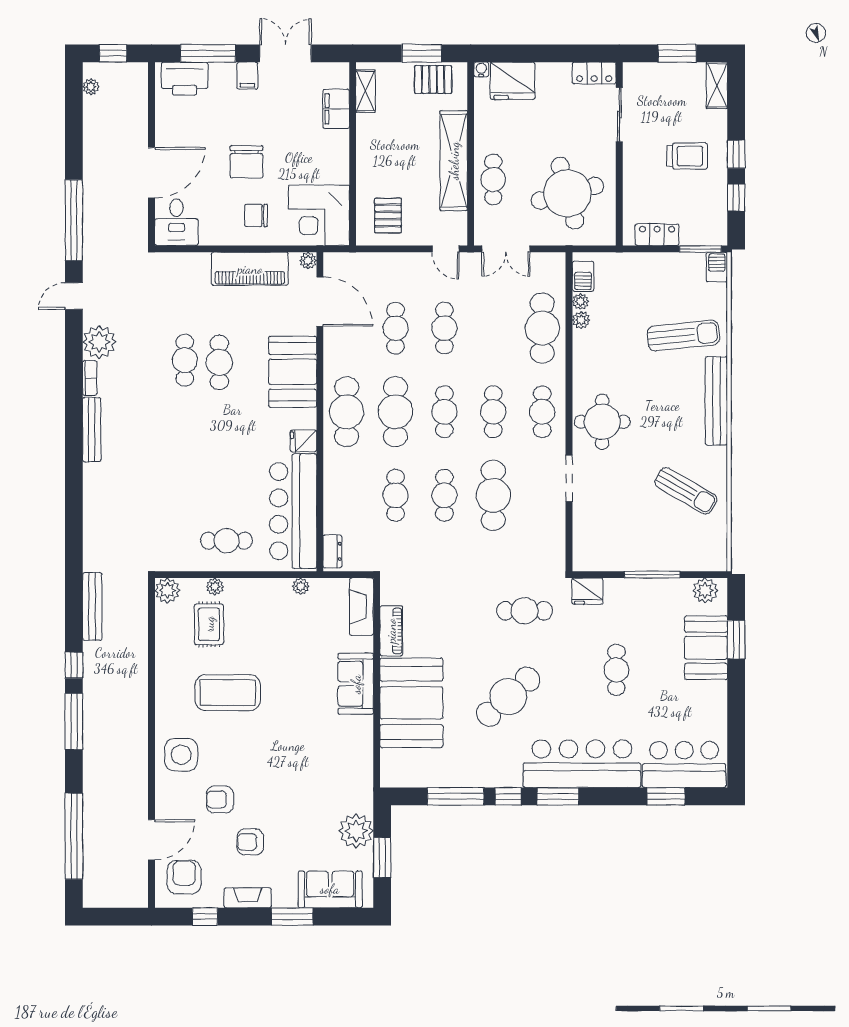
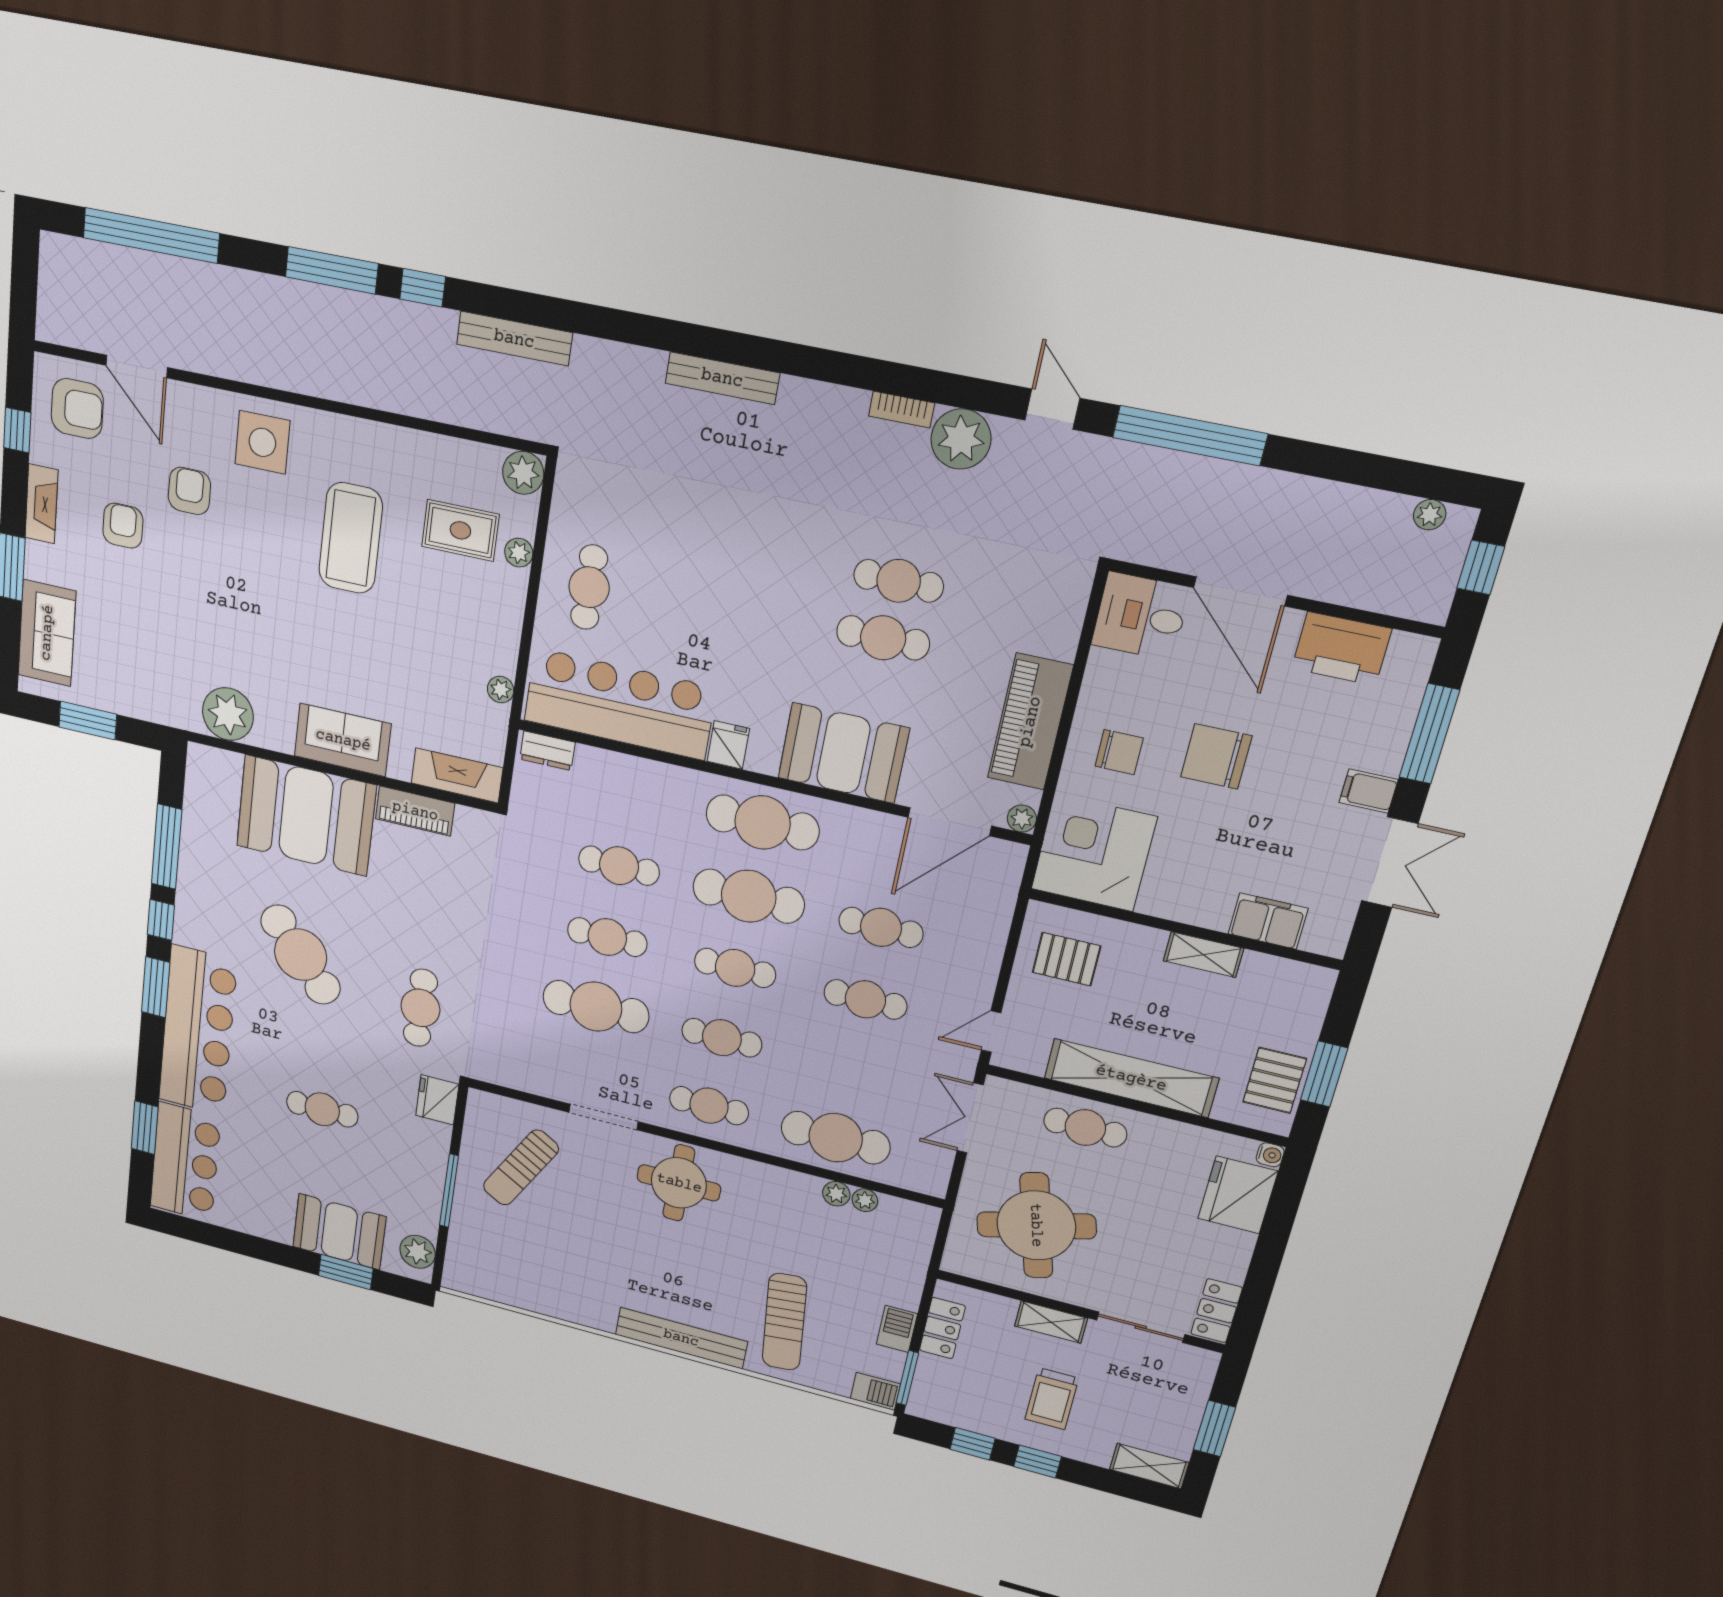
printer: (185, 79) -> (1341, 649), moved, turned -90
shelving: (365, 91) -> (1203, 955), moved
shelving: (632, 169) -> (1051, 1322), added
chair: (256, 215) -> (1119, 752), turned 90
barbecue: (583, 276) -> (897, 1329), moved, turned 90
bench: (92, 430) -> (722, 378), moved
sun lounger: (686, 491) -> (521, 1168), moved
plant: (356, 831) -> (228, 714), moved

